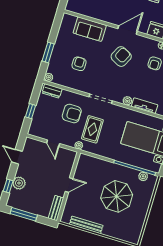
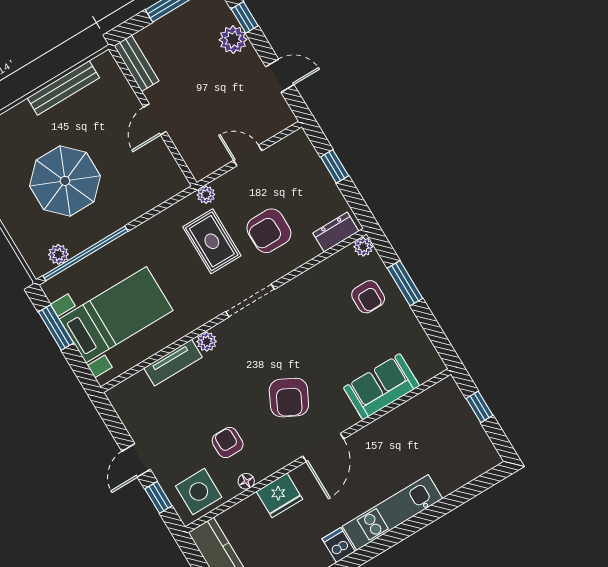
armchair: (79, 64) -> (368, 297), moved

